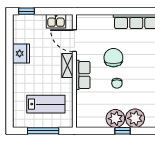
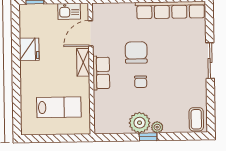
door: (74, 41) -> (91, 33), hinge flipped
plant: (135, 118) -> (157, 127), width x0.53, depth x0.53
window: (43, 131) -> (56, 138), removed

